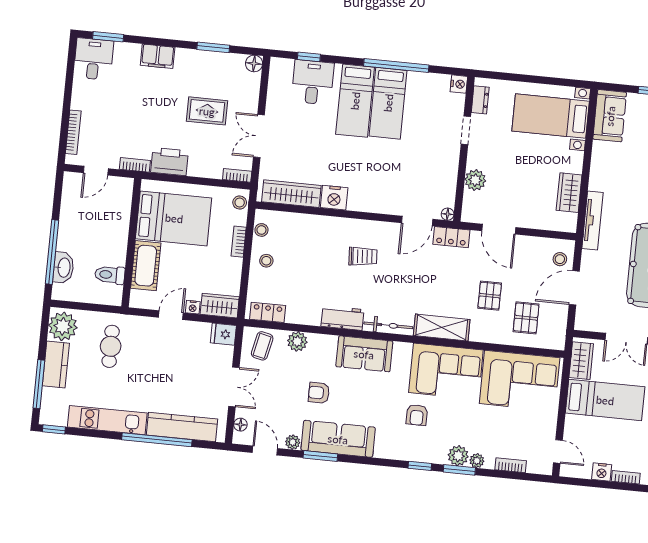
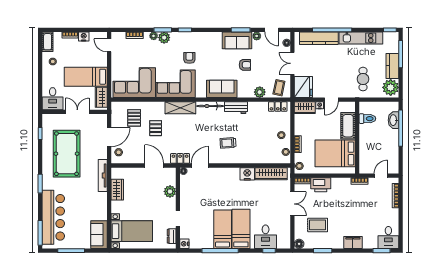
rug: (207, 111) -> (318, 225), moved
printer: (169, 162) -> (321, 185), moved
fridge: (223, 334) -> (303, 87), width x1.88, depth x1.34
sofa: (338, 439) -> (237, 40), width x0.73

